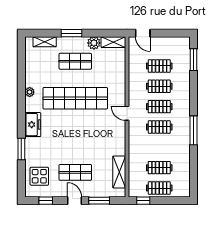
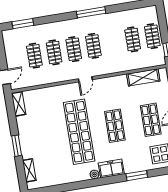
plant: (94, 43) -> (23, 123), removed
shop shelf: (75, 61) -> (115, 126), moved
plant: (30, 92) -> (94, 174), moved

